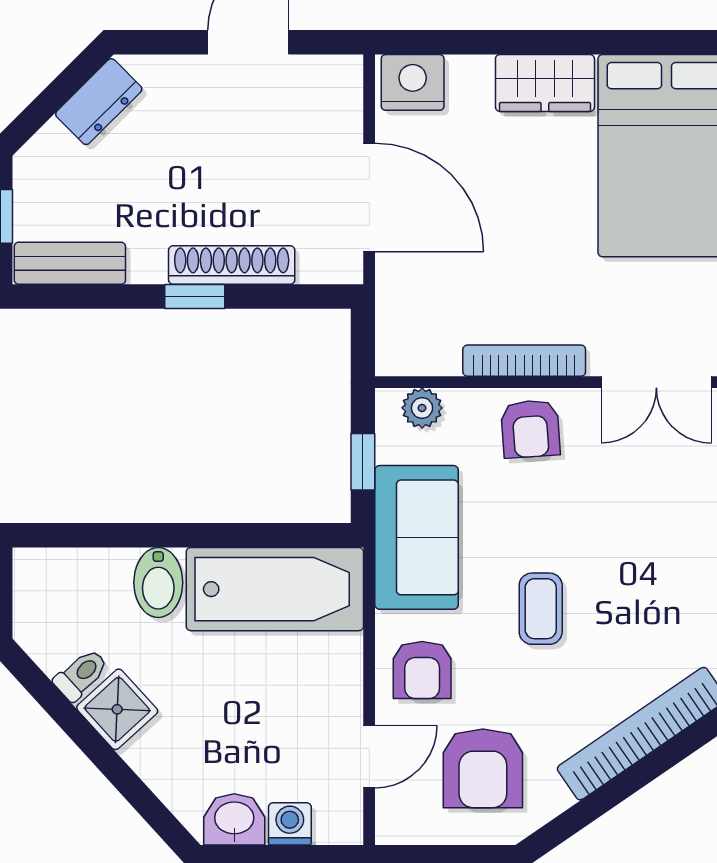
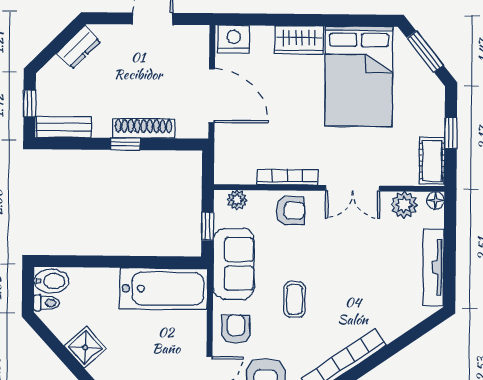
armchair: (530, 429) -> (290, 211), turned -86
bidet: (158, 583) -> (51, 281), moved, turned -90
armchair: (422, 670) -> (236, 329), turned 180
toilet: (81, 675) -> (47, 303), moved, turned 42

